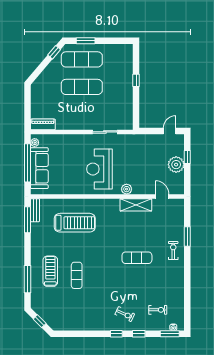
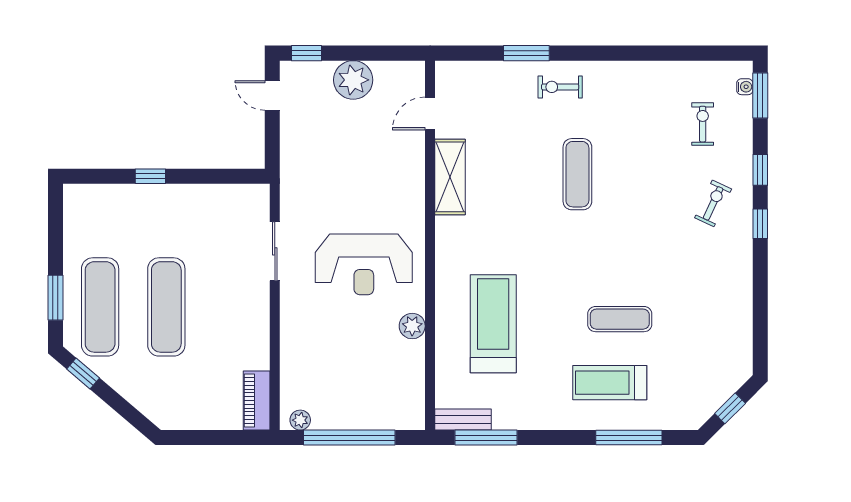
window: (187, 157) -> (306, 53), moved
sofa: (39, 168) -> (362, 409), removed
plant: (127, 189) -> (412, 326), moved

